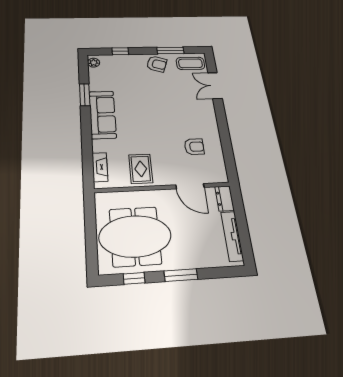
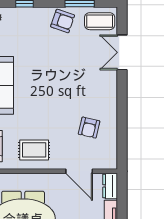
armchair: (194, 147) -> (89, 128), turned 103
rug: (141, 169) -> (34, 150), turned 90

